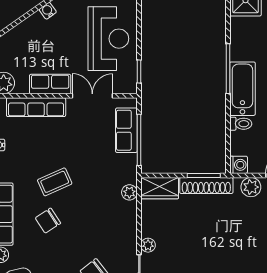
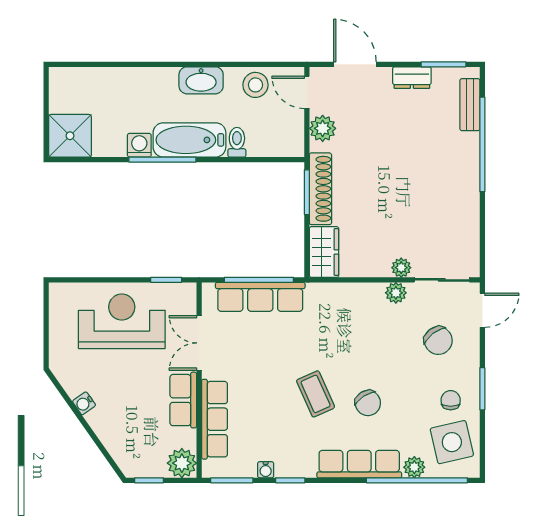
row of seats: (126, 130) -> (260, 297), width x1.48
washing machine: (239, 165) -> (139, 145), moved
plant: (129, 192) -> (396, 293), moved

